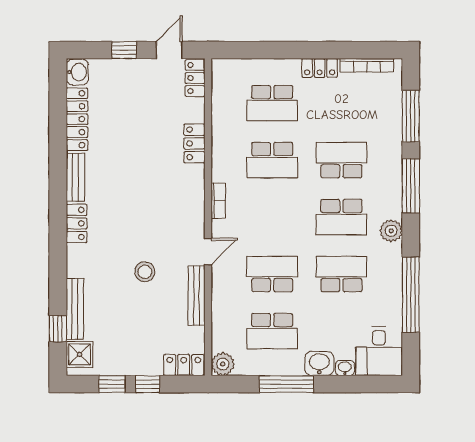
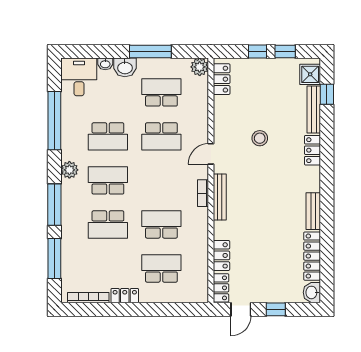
locker: (194, 143) -> (221, 255), moved
locker: (77, 223) -> (312, 150), moved
bench: (197, 296) -> (220, 197), moved
locker: (184, 365) -> (222, 79), moved, turned -90

